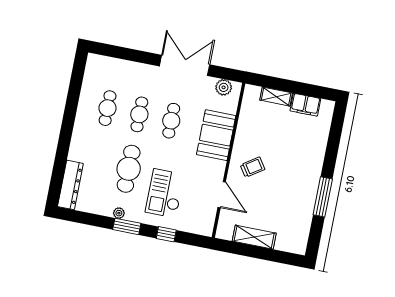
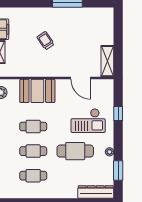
trolley: (253, 167) -> (46, 41), moved
door: (222, 195) -> (81, 78), swing flipped
window: (127, 226) -> (118, 170), moved
shelving: (254, 237) -> (107, 61), moved

